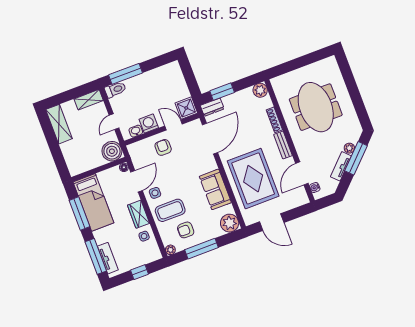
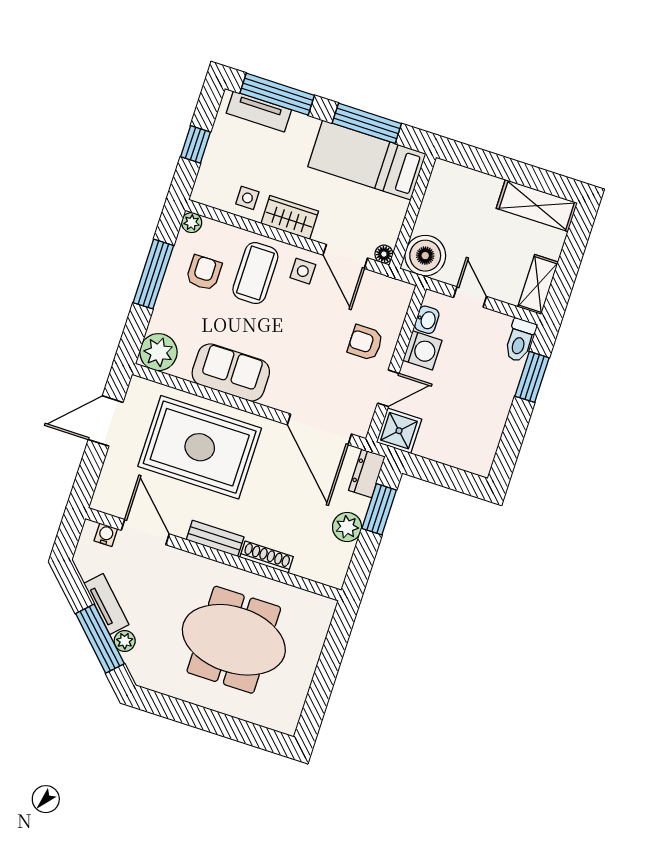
window: (125, 74) -> (532, 377), width x0.69
plant: (260, 90) -> (347, 527), moved
armchair: (163, 147) -> (365, 343), turned 180

